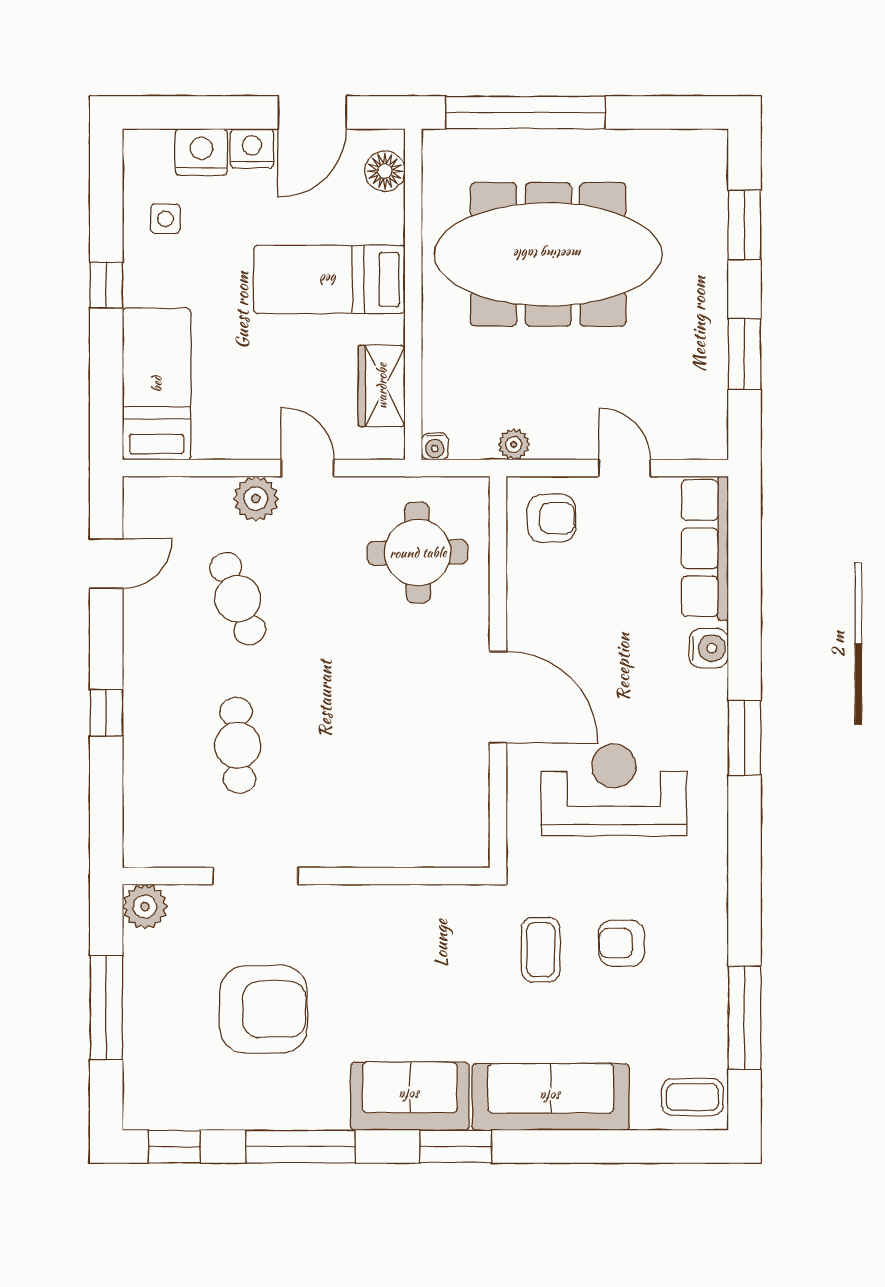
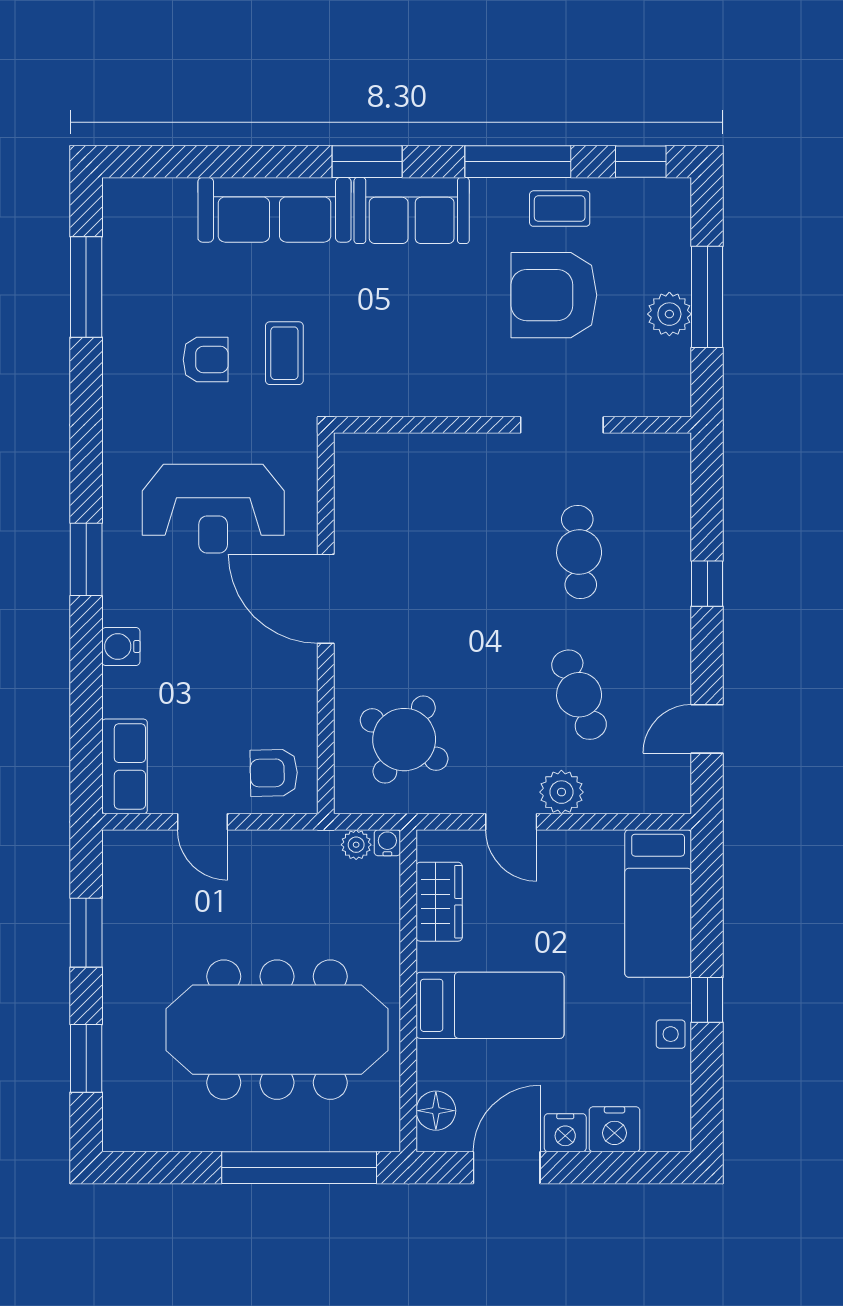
side table: (165, 219) -> (671, 1034), moved
plant: (514, 444) -> (356, 845), moved
row of seats: (705, 548) -> (124, 766), width x0.68
round table: (418, 553) -> (404, 740), turned 32
plant: (145, 907) -> (669, 314), moved
coffee table: (693, 1097) -> (560, 209), moved

